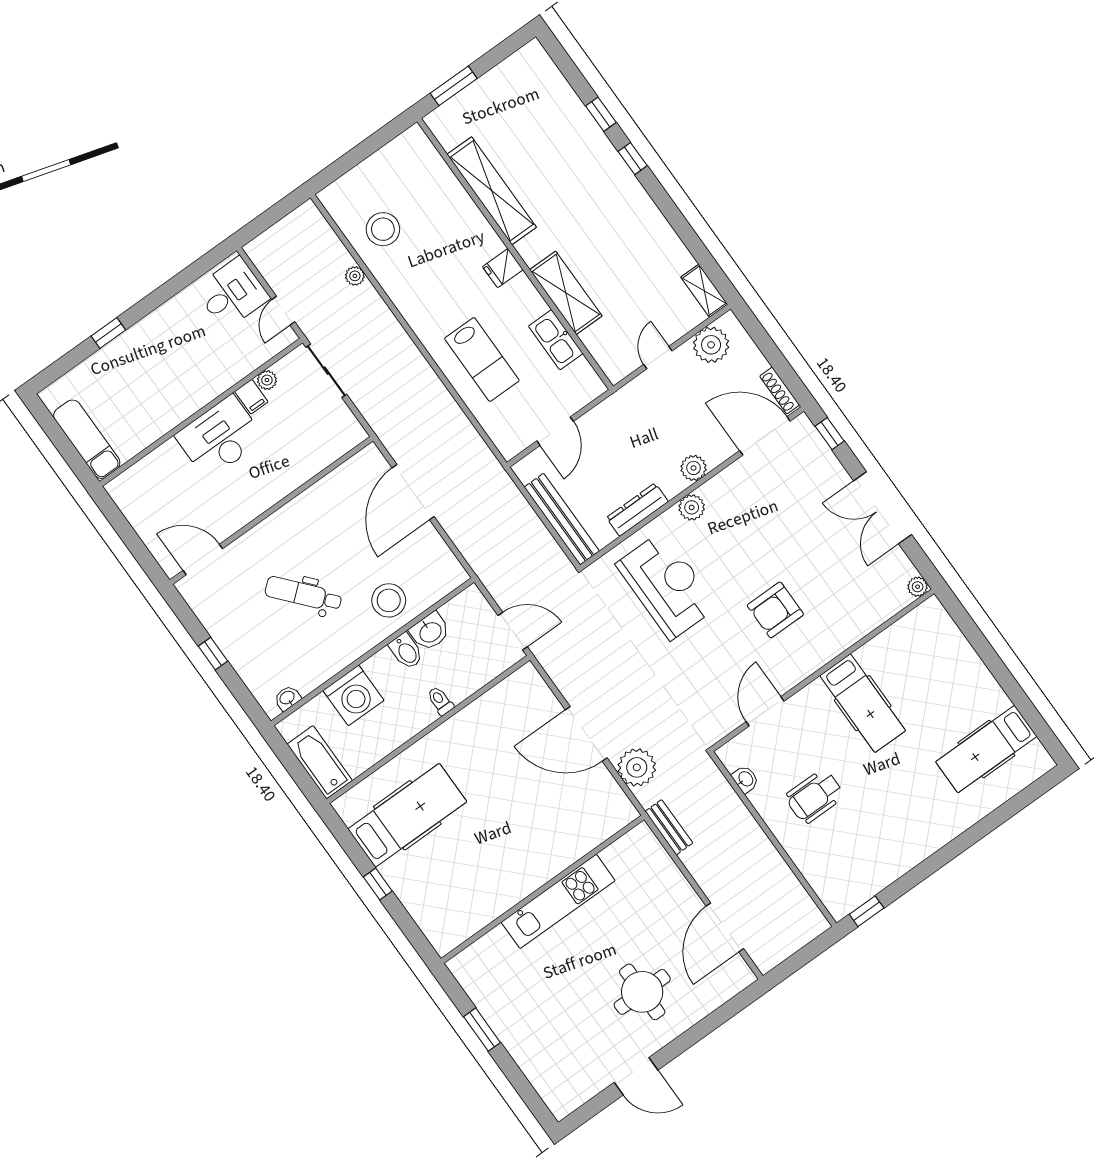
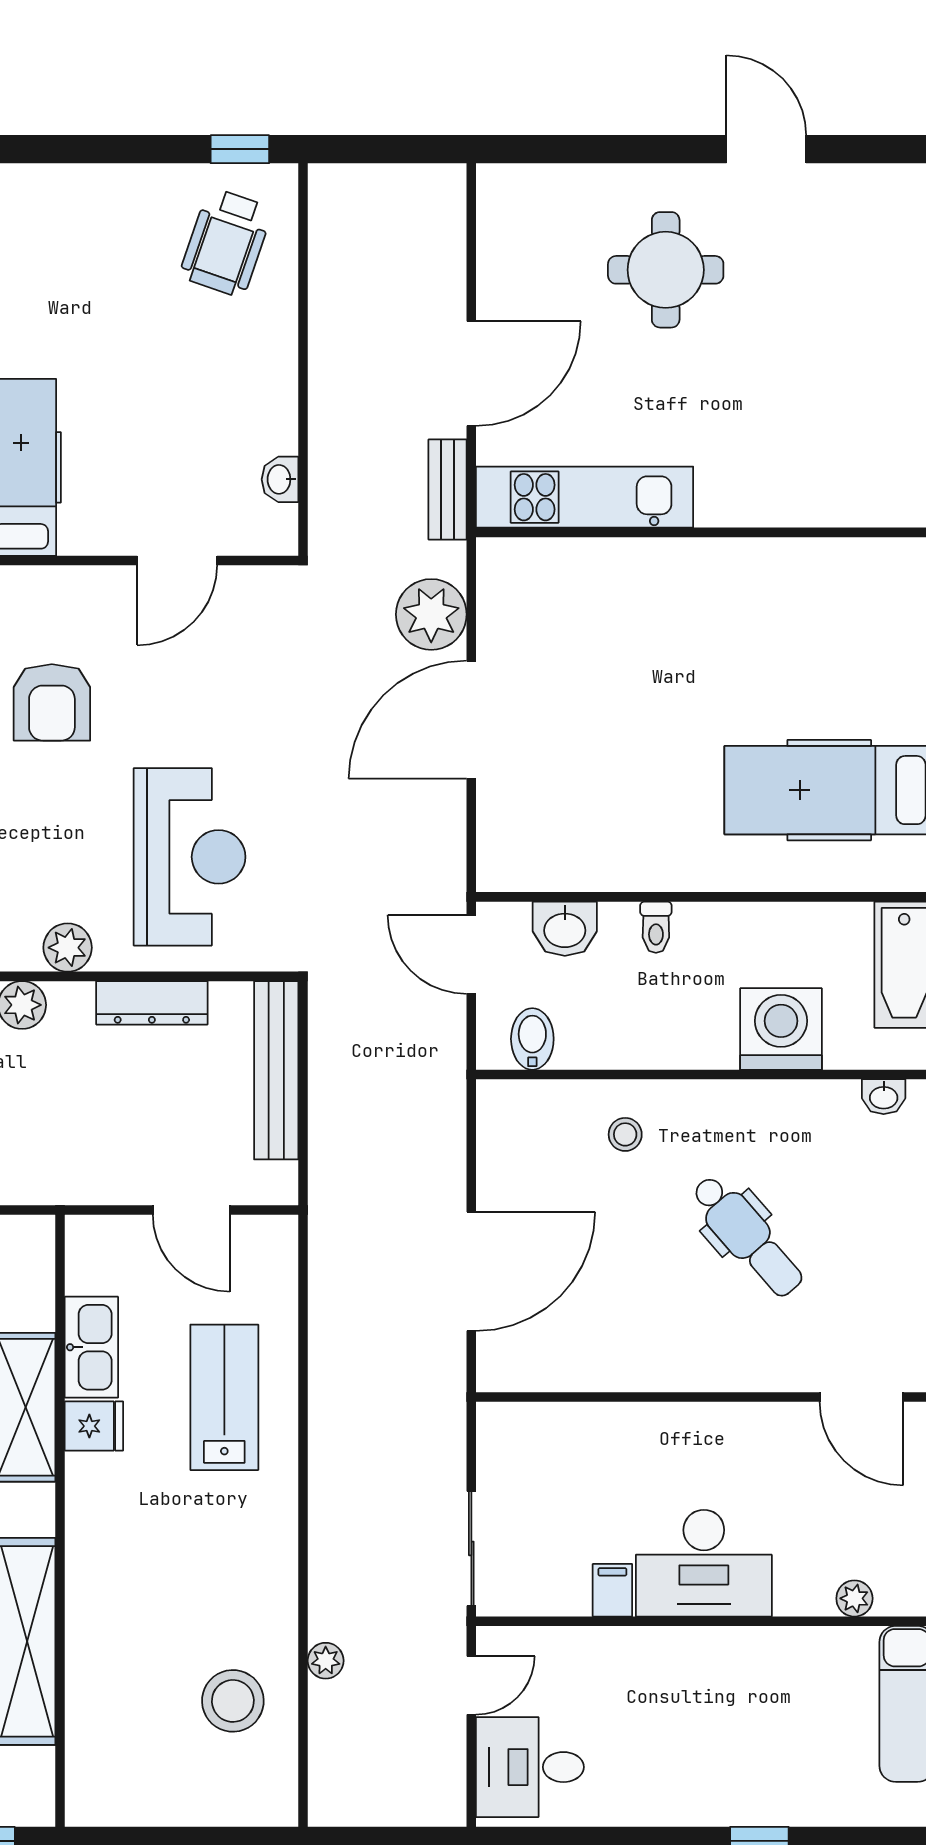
fridge: (503, 268) -> (94, 1426), moved
plant: (267, 380) -> (854, 1598), moved
door: (555, 431) -> (191, 1210), swing flipped
reception desk: (667, 585) -> (189, 857), turned 180
stool: (389, 600) -> (625, 1134), width x0.53, depth x0.53
armchair: (775, 610) -> (52, 702), turned 90
washbasin: (430, 632) -> (565, 929), moved, turned 180
bidet: (406, 651) -> (532, 1039), moved
door: (586, 734) -> (471, 720), swing flipped
wheelchair: (815, 796) -> (226, 242), moved, turned 109
kitchen unit: (558, 901) -> (585, 497), moved
door: (725, 927) -> (471, 374), moved

